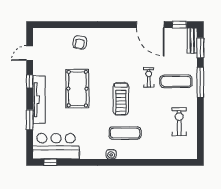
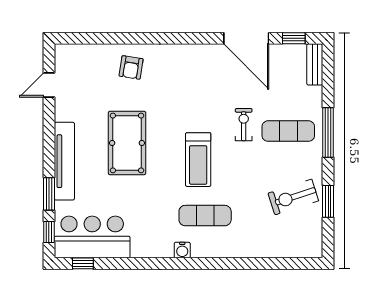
window: (200, 48) -> (328, 201), moved
window: (30, 81) -> (49, 232), moved
exercise bike: (179, 122) -> (293, 197), turned -108

